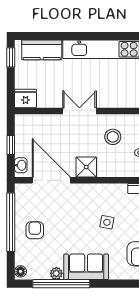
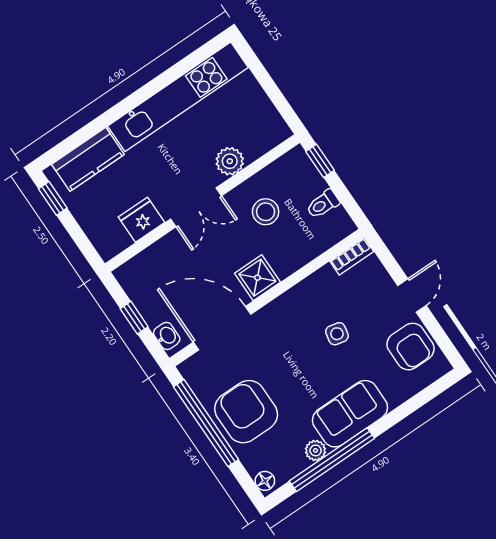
fridge: (26, 98) -> (142, 220), moved
plant: (112, 99) -> (230, 161), added
double door: (79, 111) -> (196, 207), swing flipped
armchair: (35, 230) -> (246, 412), width x1.88, depth x1.88

